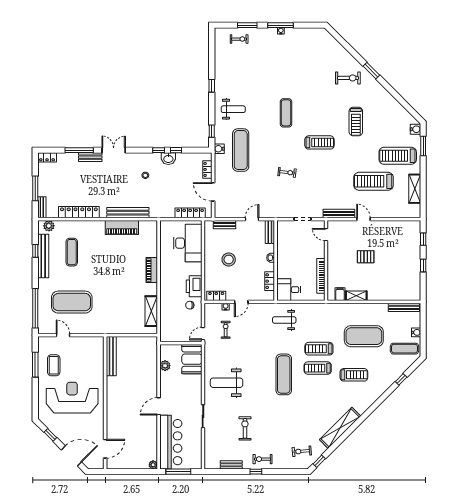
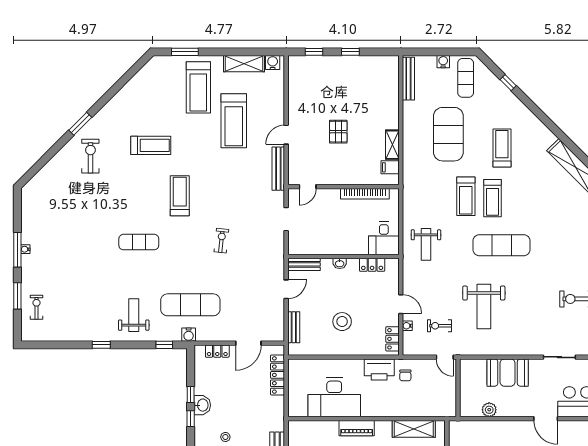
water cooler: (416, 129) -> (273, 62), moved
door: (252, 219) -> (286, 289), swing flipped
desk: (188, 243) -> (334, 397), moved, turned 180
booth: (192, 359) -> (508, 373), moved
weight bench: (227, 383) -> (484, 306), moved

